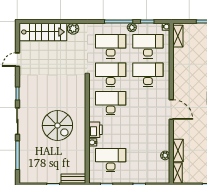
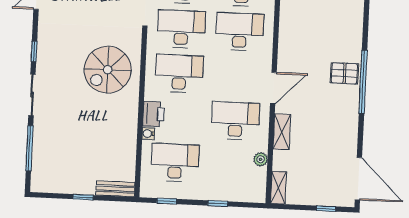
door: (171, 109) -> (273, 88), hinge flipped
spiral stairs: (57, 126) -> (108, 70), moved, turned 90
desk: (148, 132) -> (235, 121), added
shelving: (178, 150) -> (282, 132), moved

